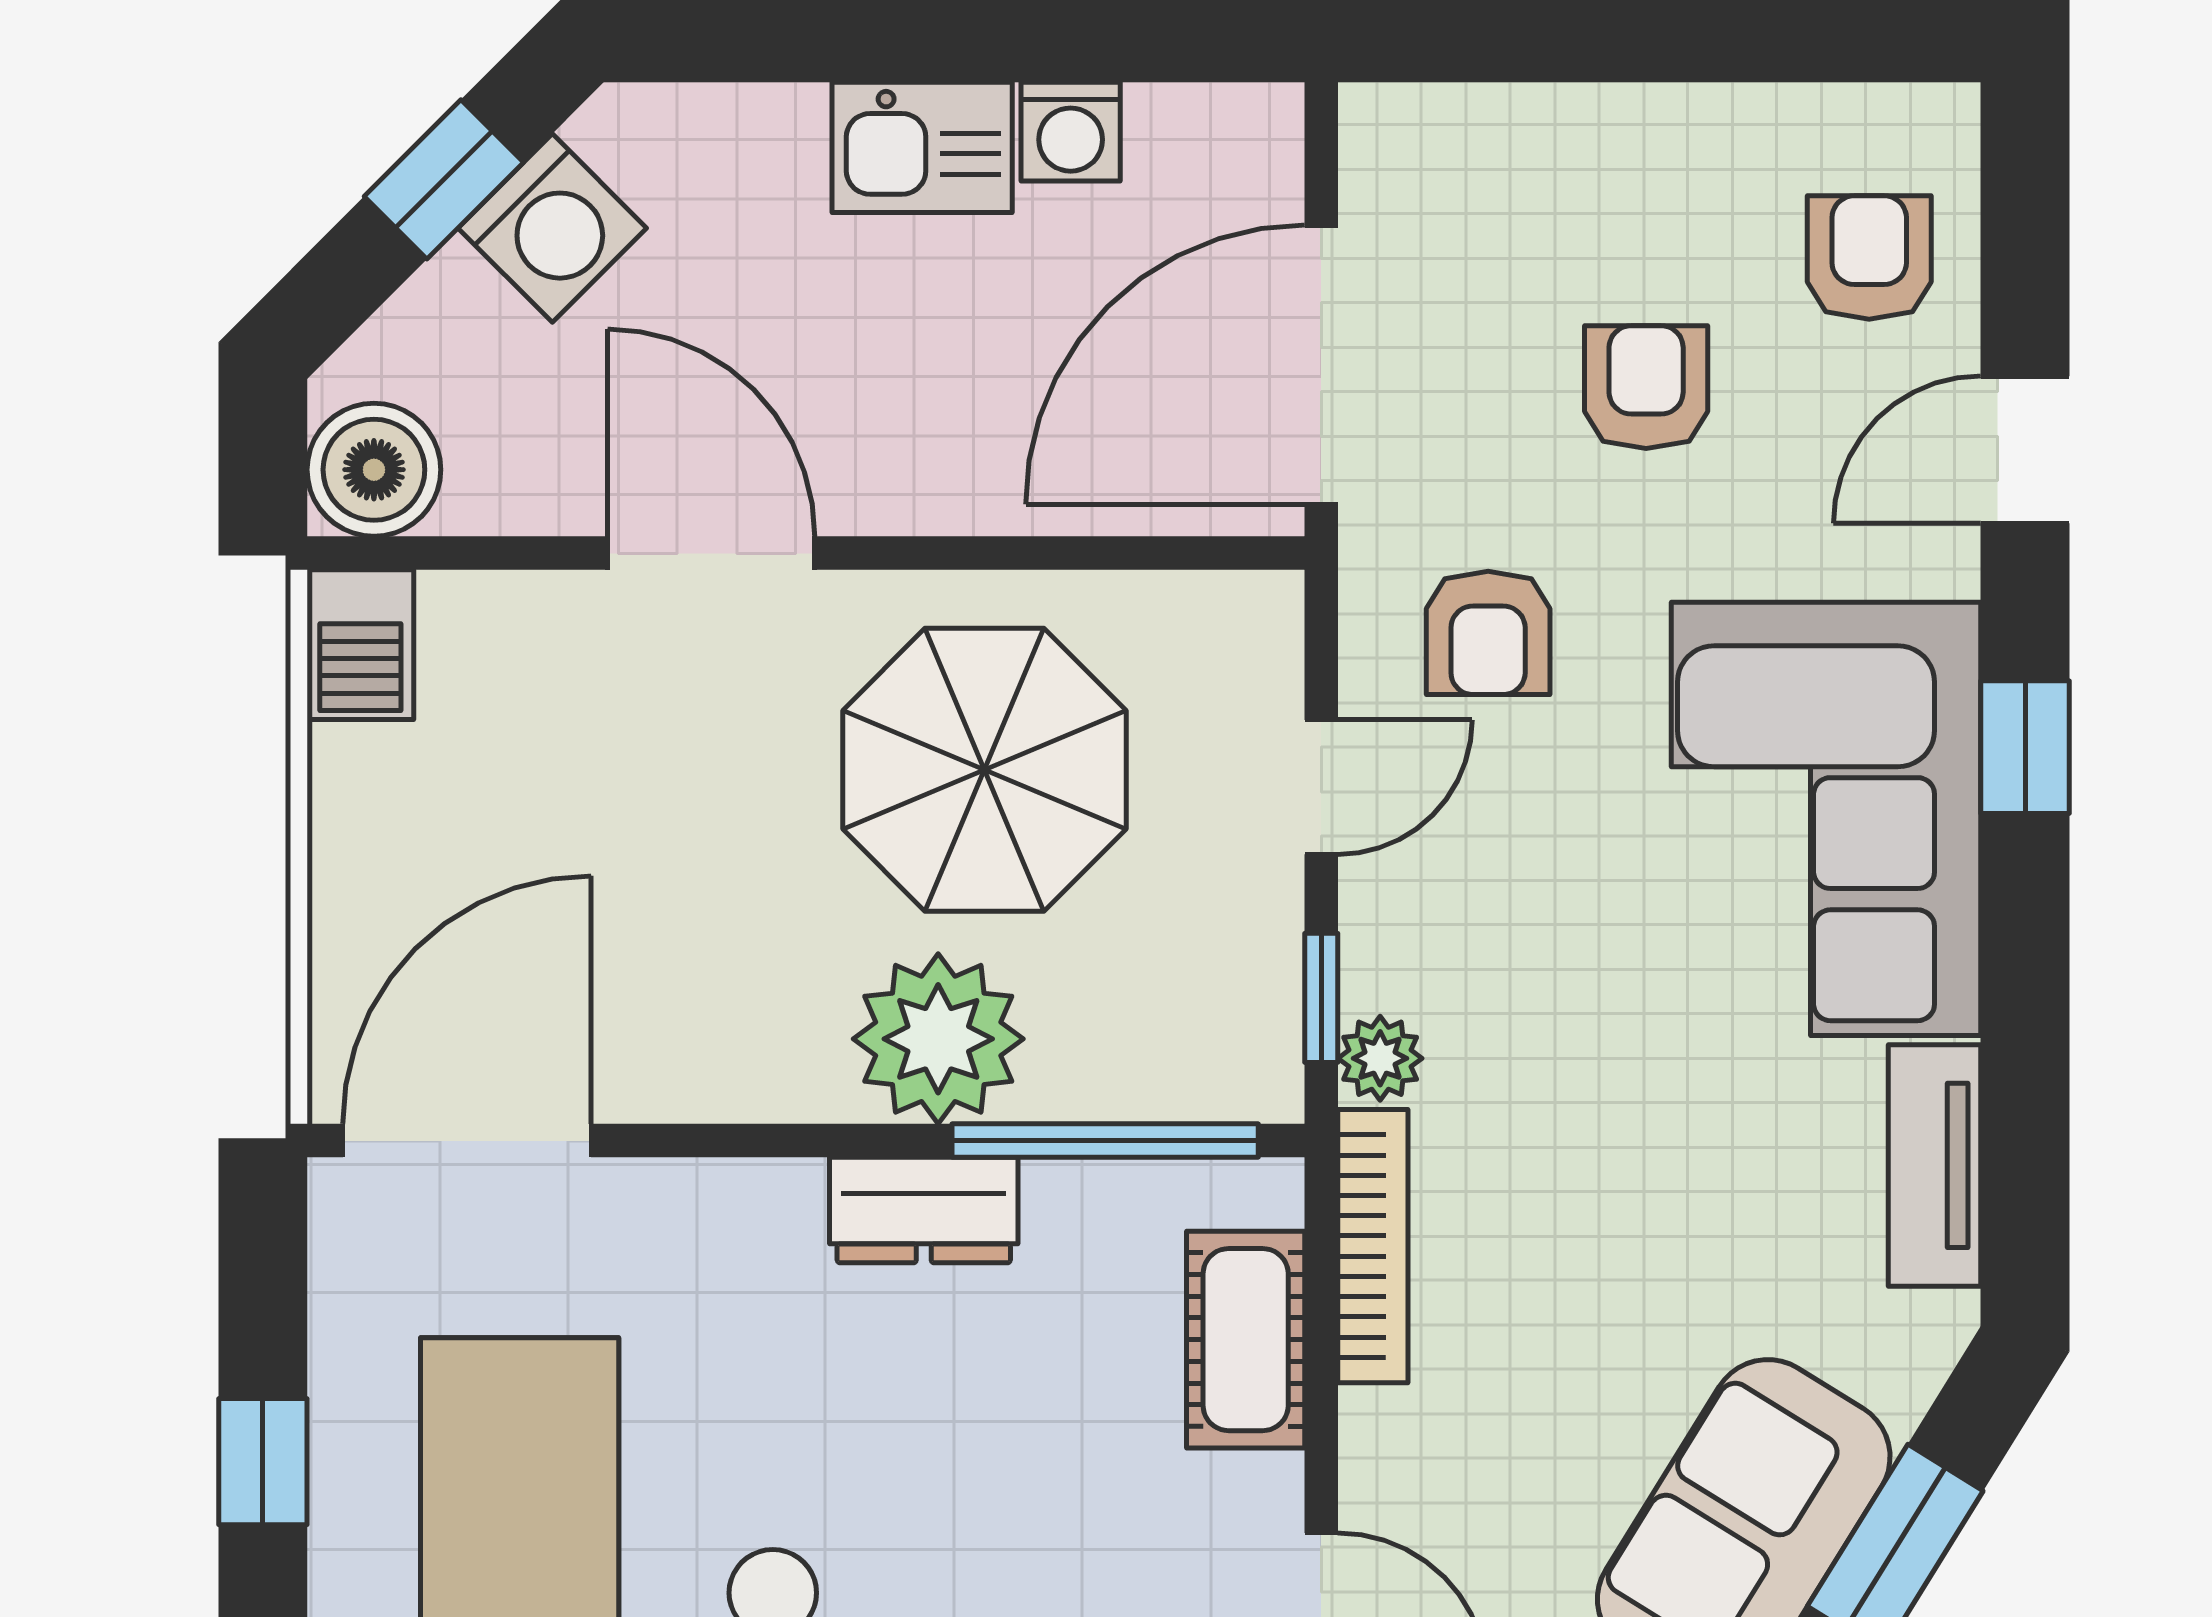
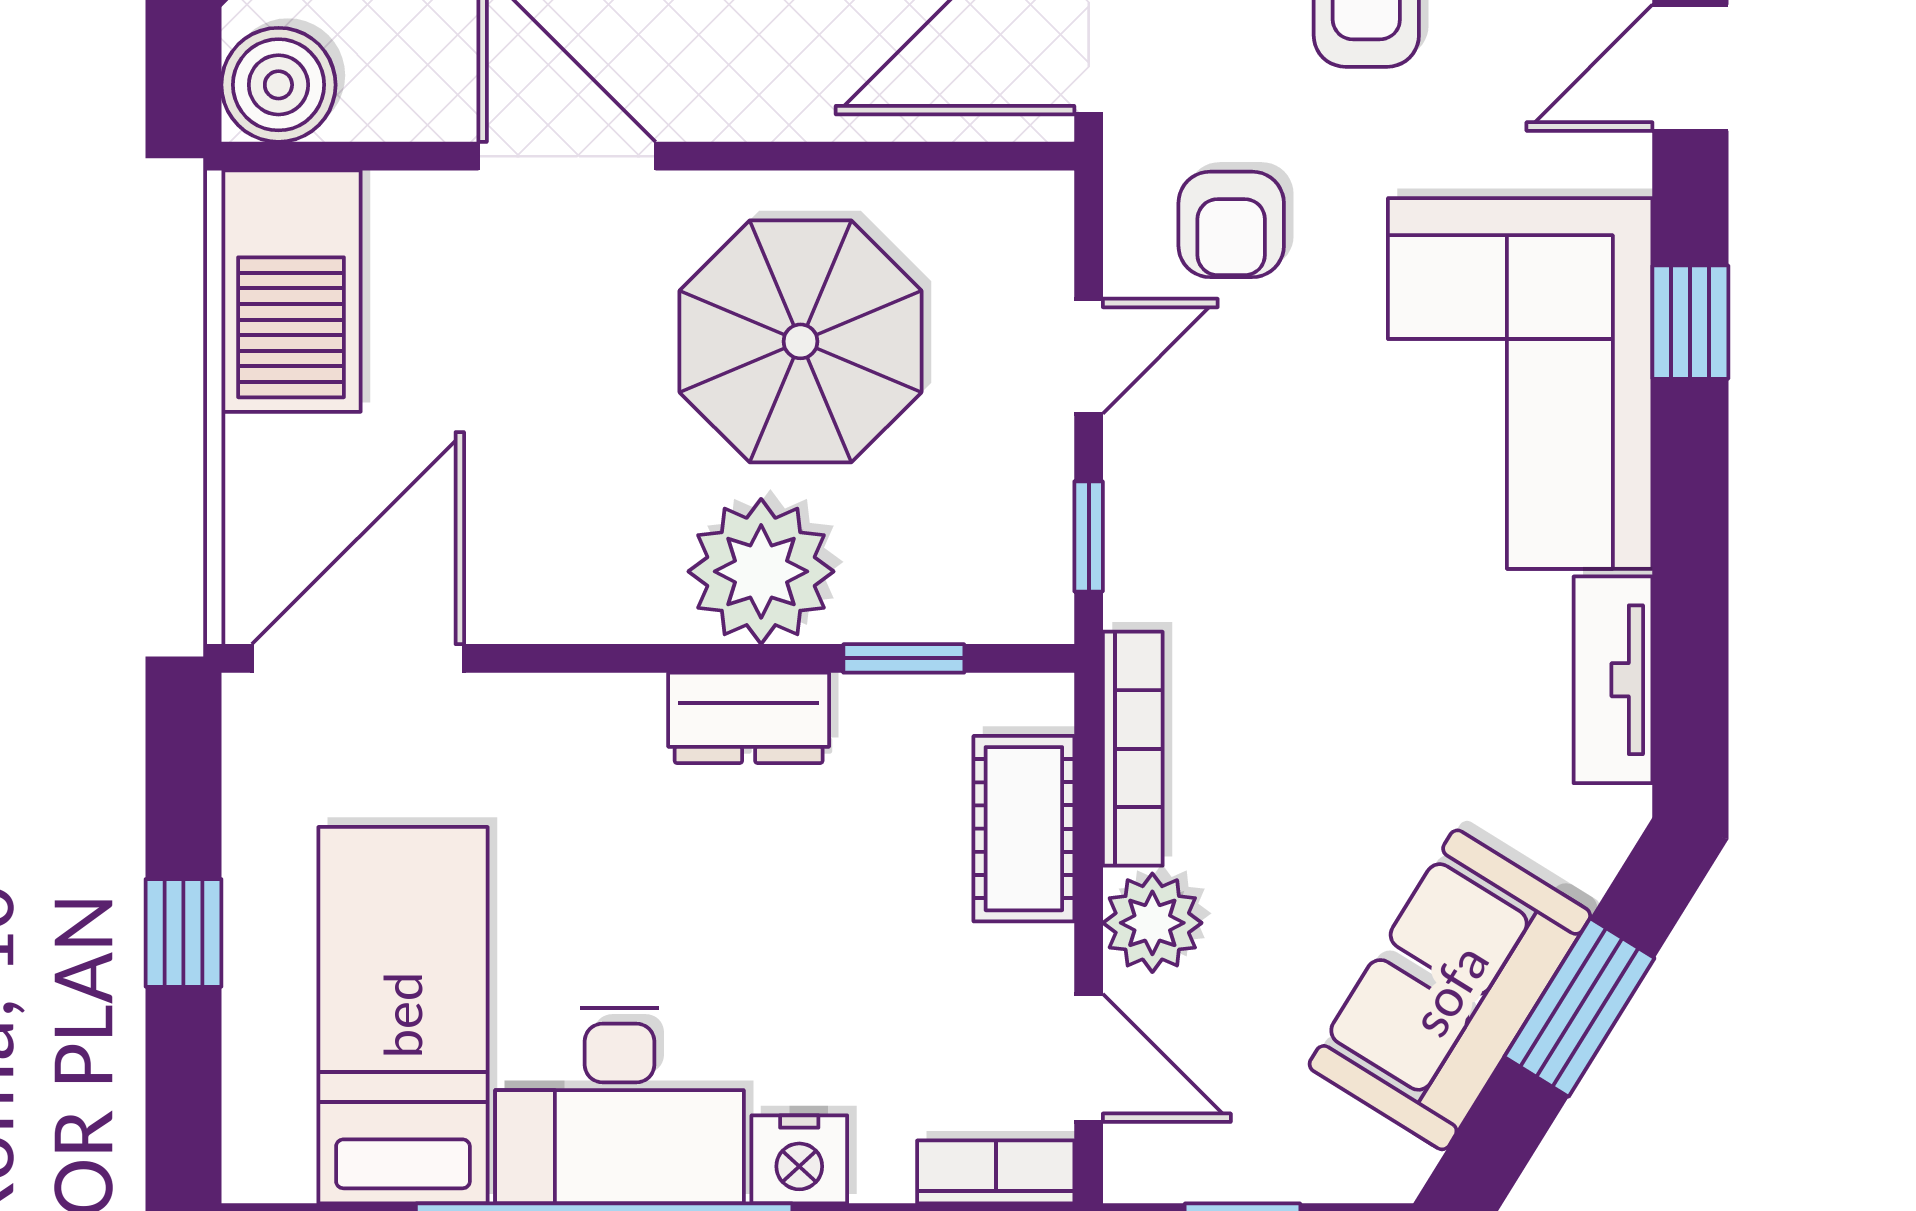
barbecue: (360, 645) -> (291, 291), width x1.88, depth x1.53
plant: (1380, 1058) -> (1152, 923), moved, width x1.38, depth x1.38
window: (1105, 1141) -> (904, 658), width x0.46

